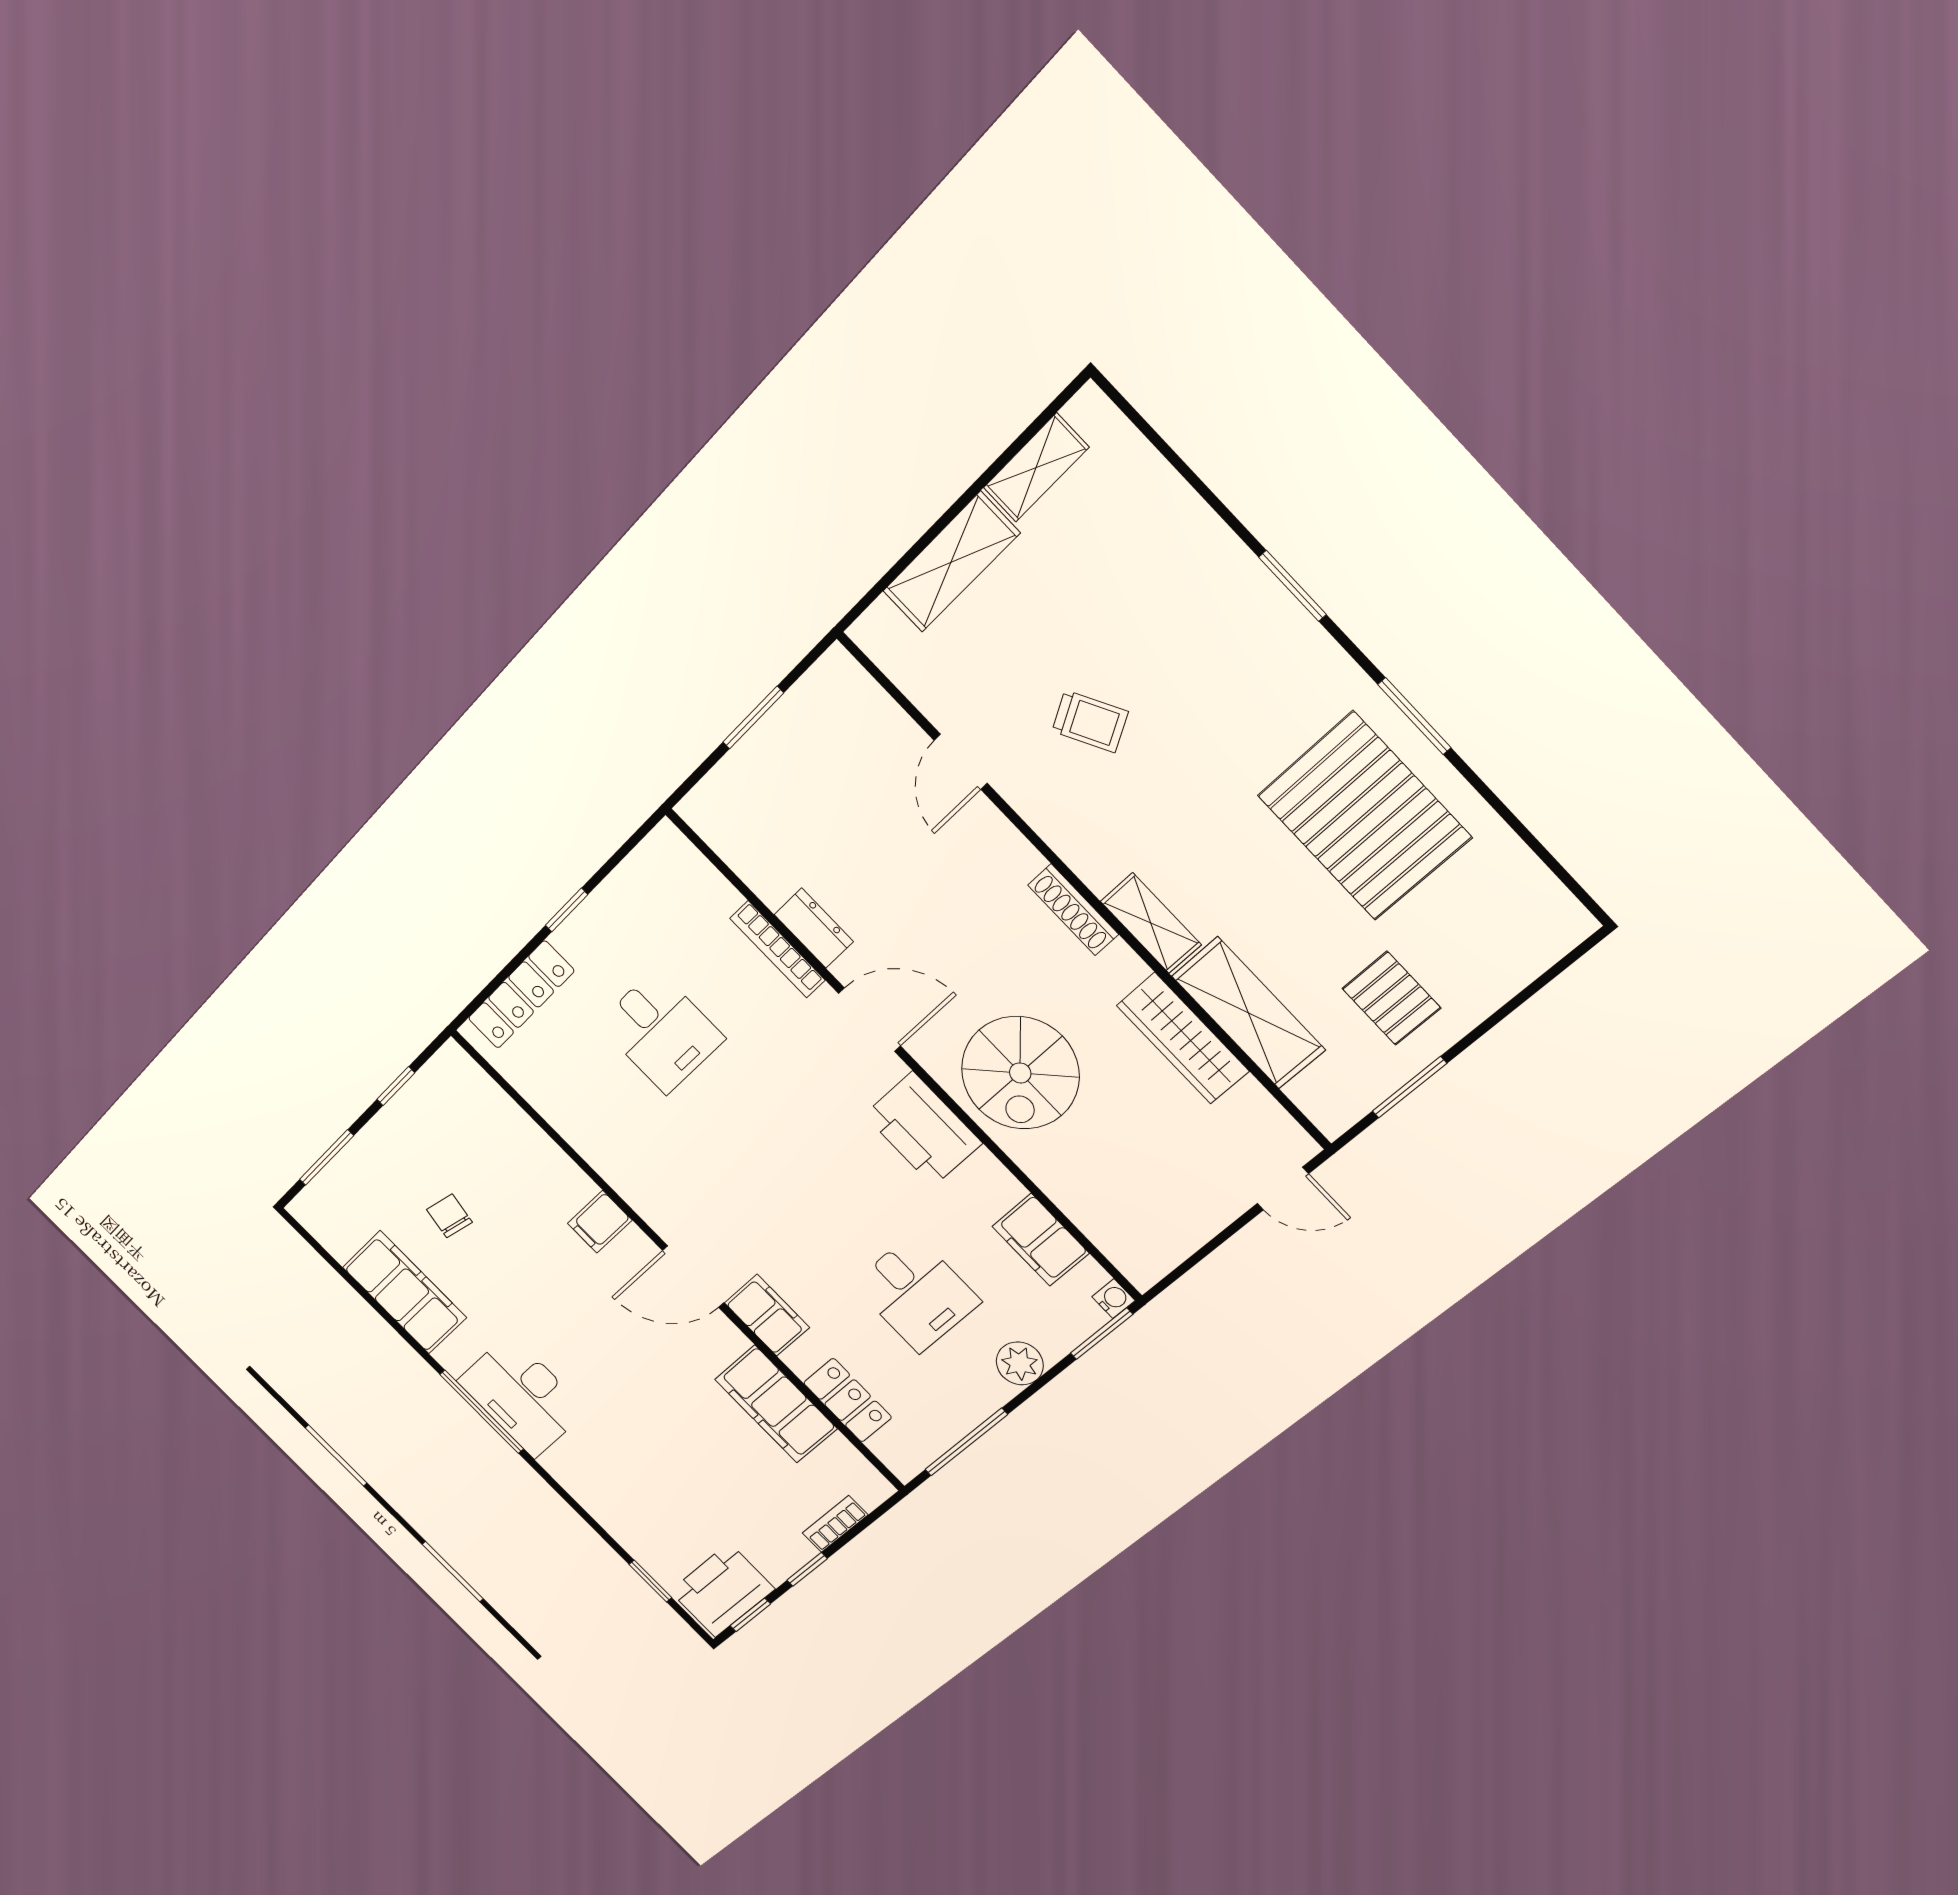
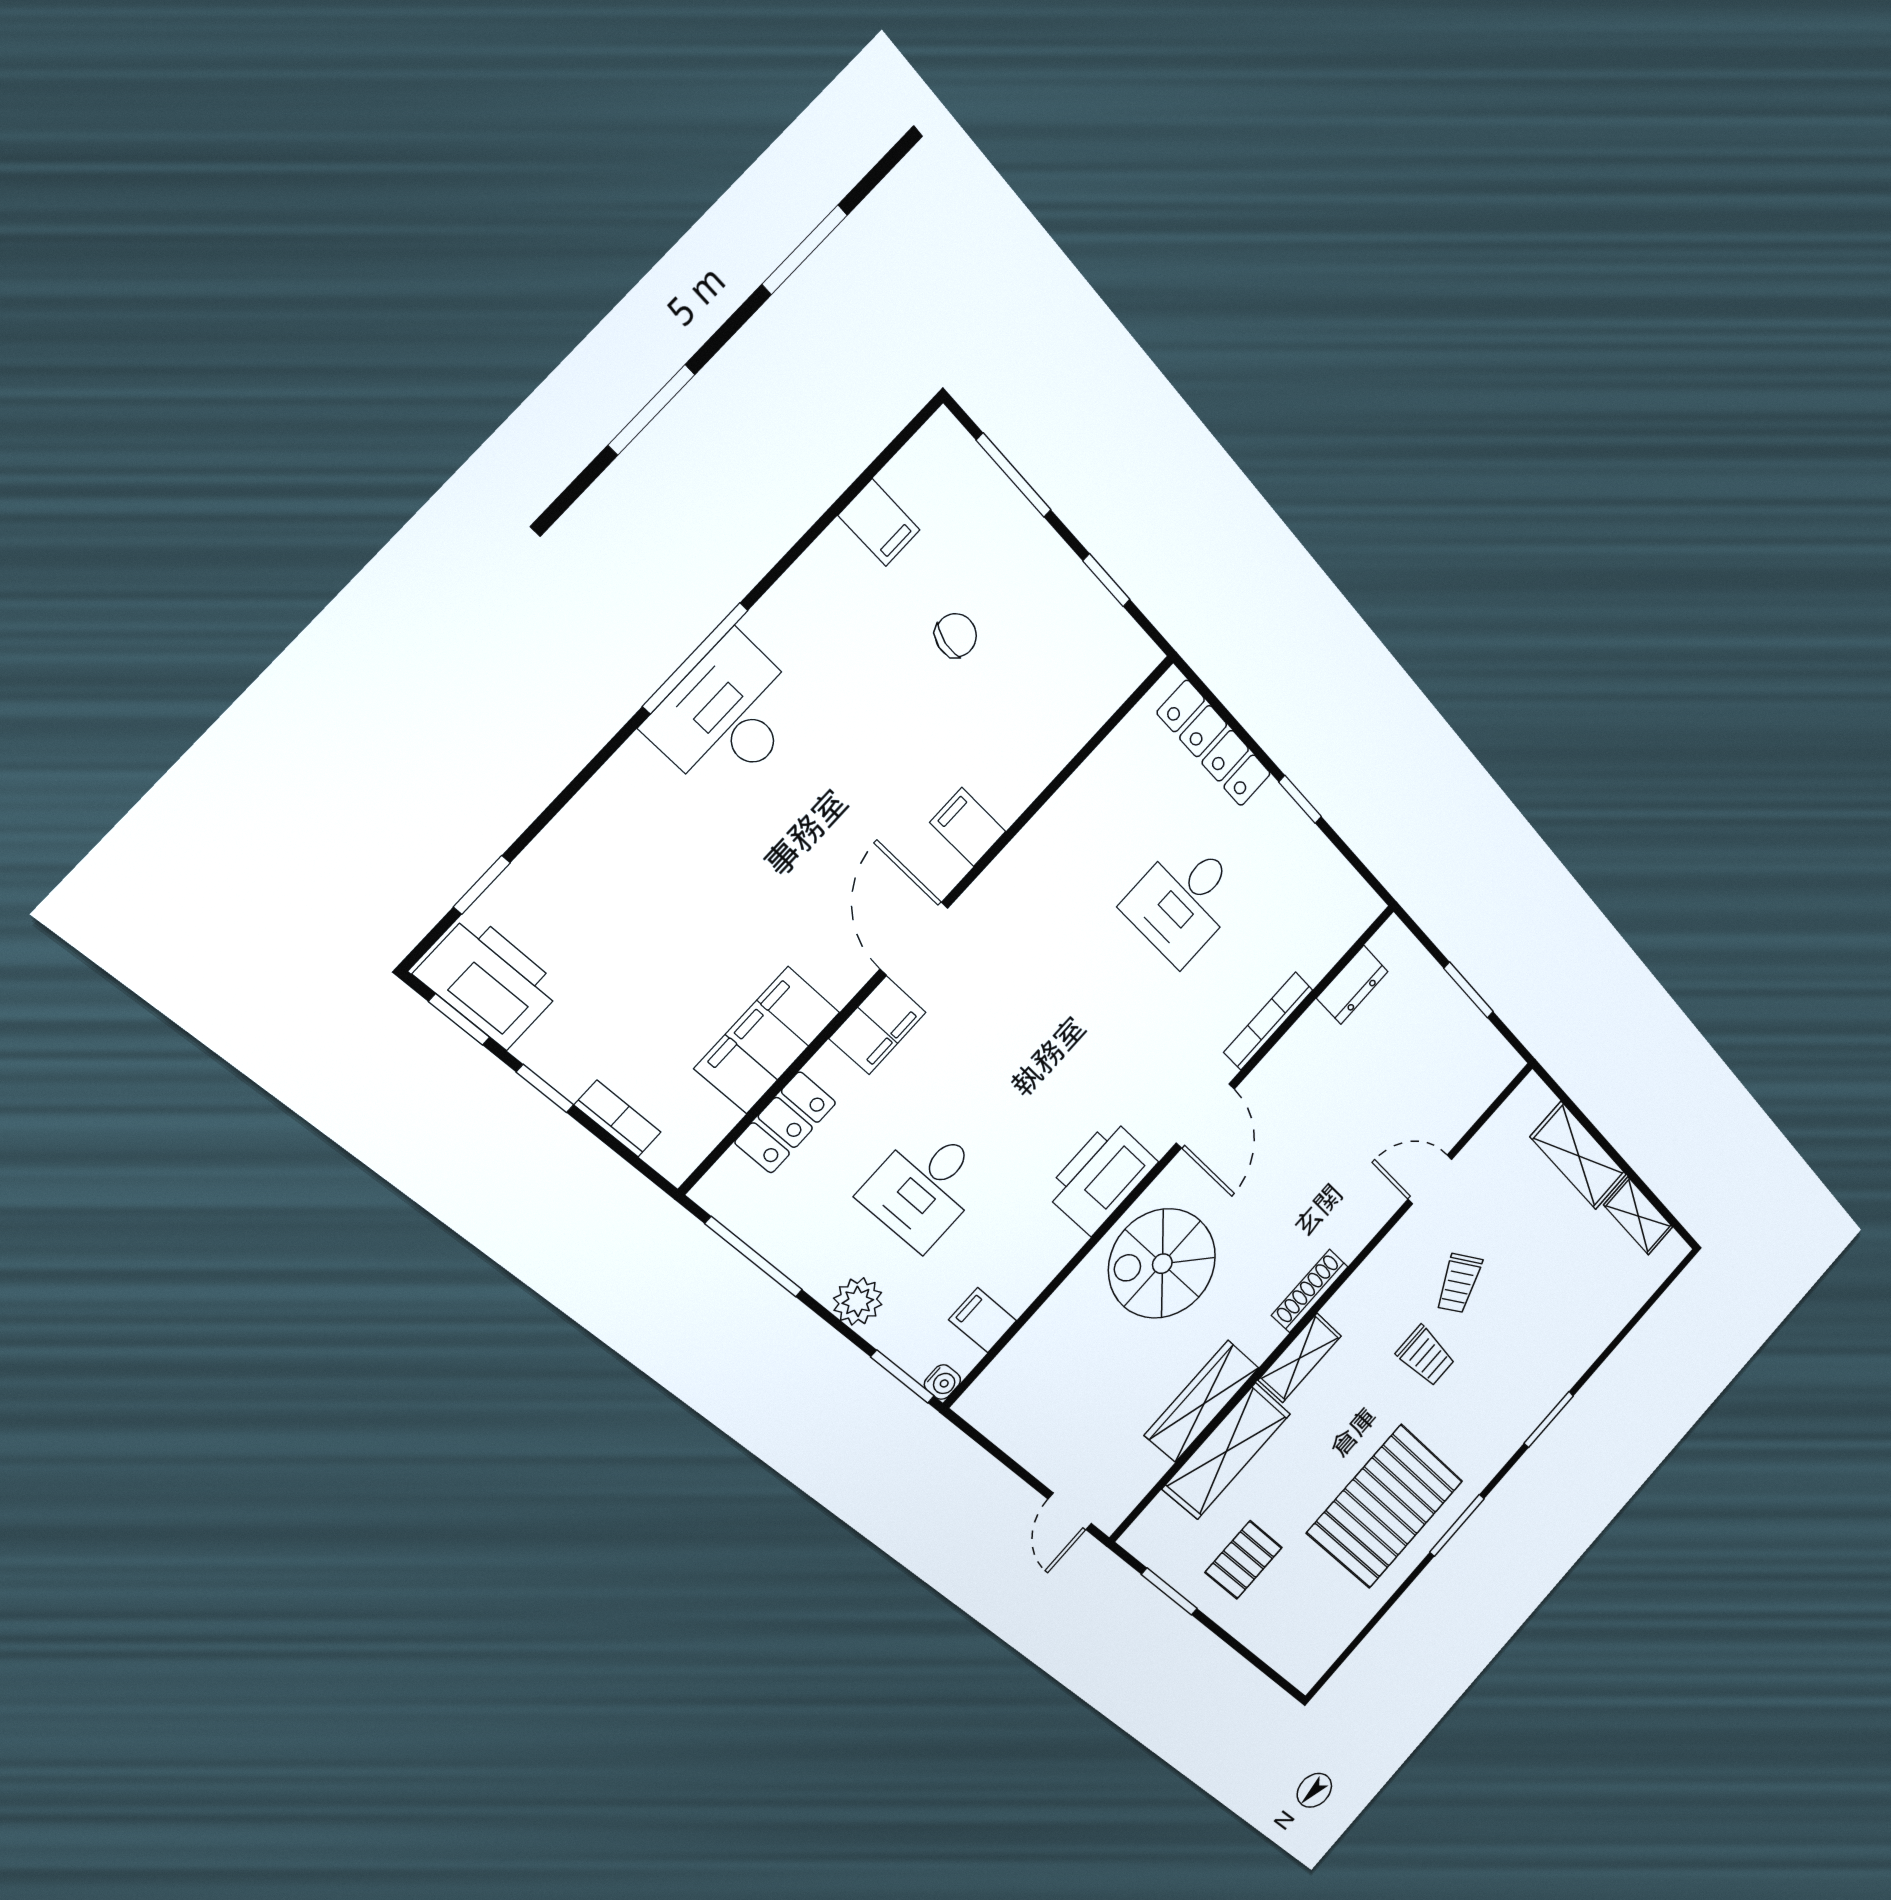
trolley: (1175, 764) -> (1426, 1356), added
dresser: (814, 928) -> (1352, 985), moved
filing cabinet: (1041, 1240) -> (983, 1320), width x0.50
filing cabinet: (405, 1292) -> (879, 523), width x0.33, depth x0.86

